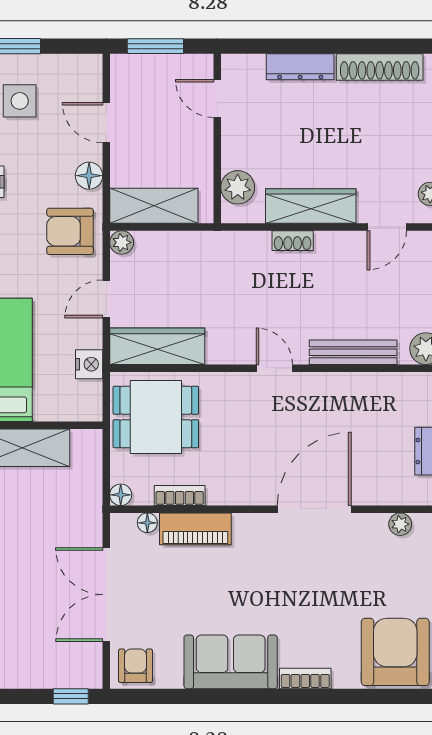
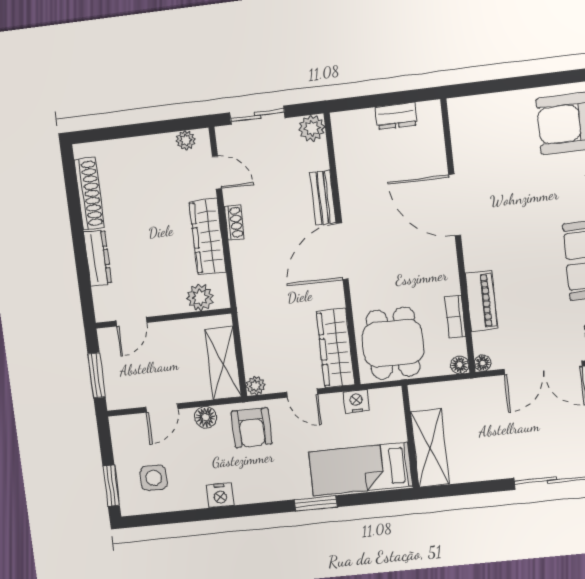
shoe rack: (293, 241) -> (234, 222), moved
bench: (353, 352) -> (323, 198), width x0.73
door: (274, 368) -> (342, 251), width x1.87
floor lamp: (147, 523) -> (483, 363), moved
plant: (400, 524) -> (459, 132), removed

